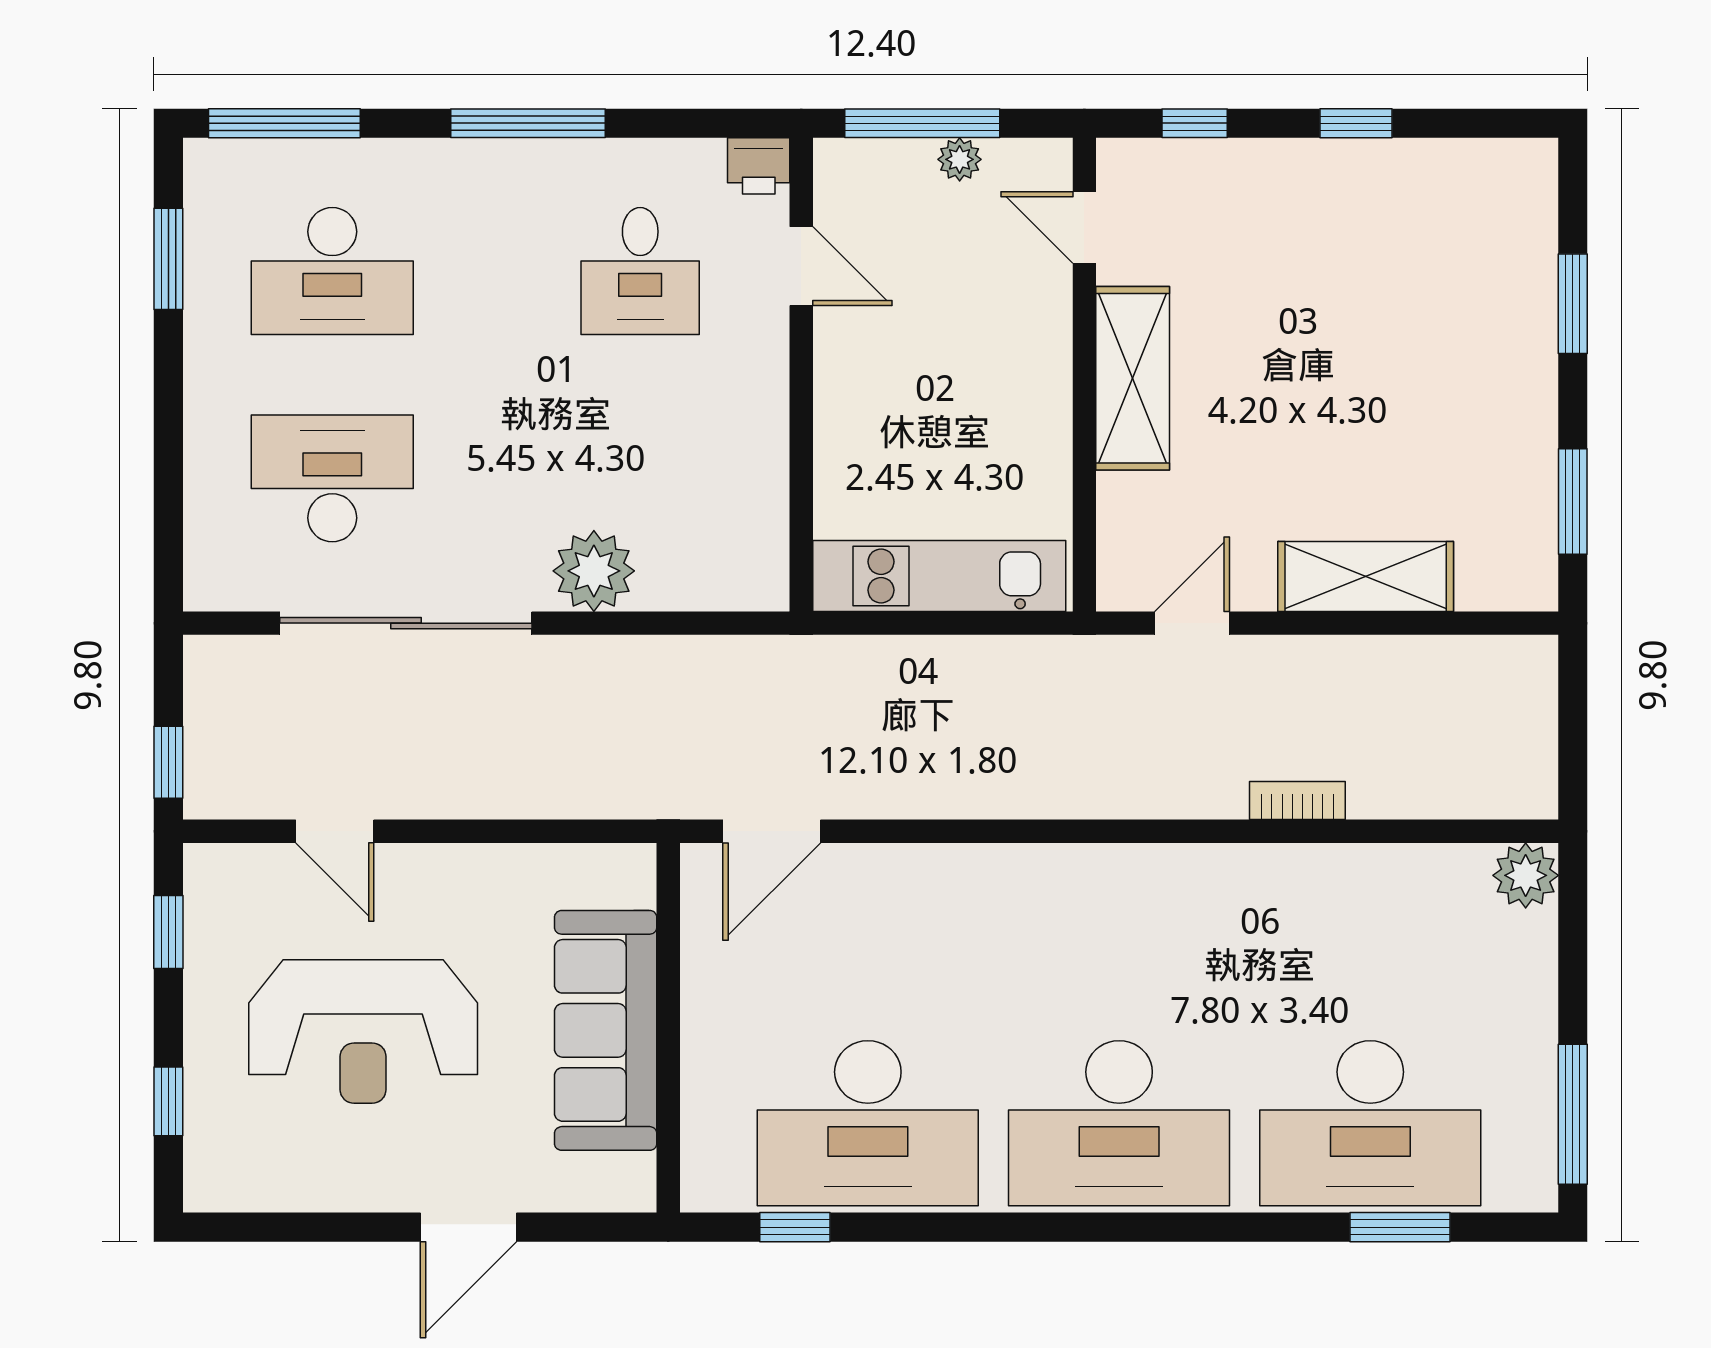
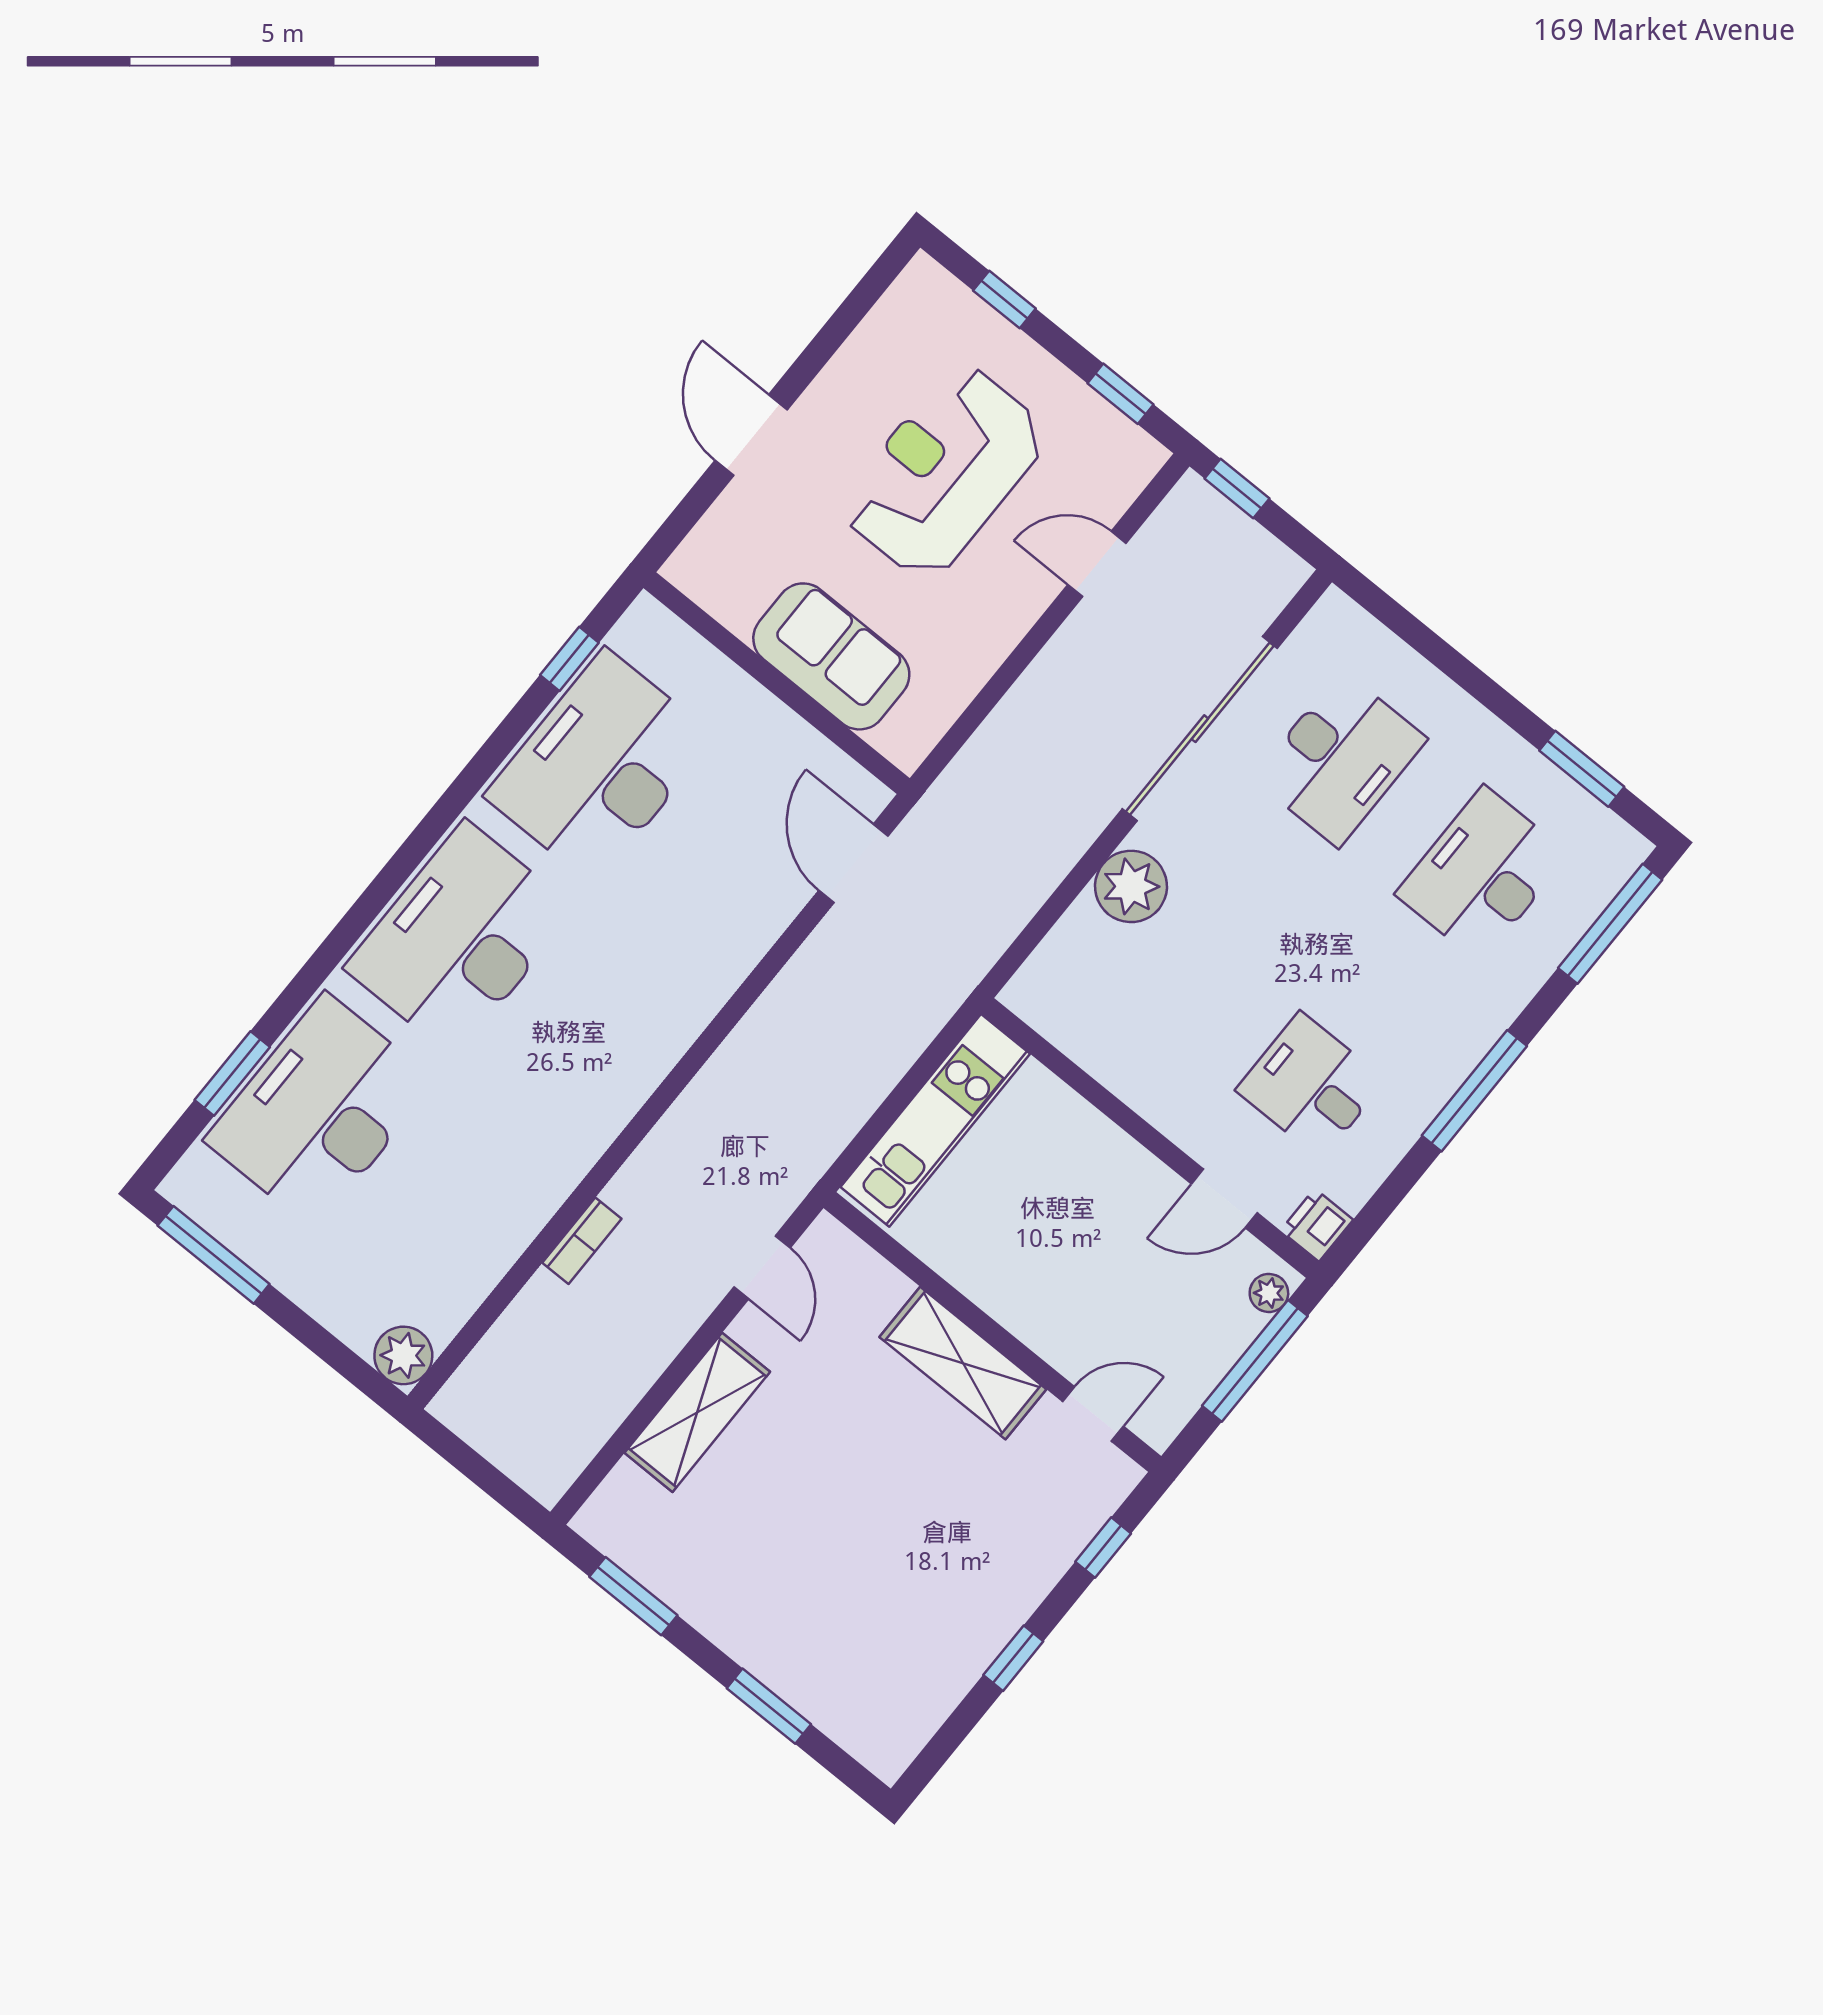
plant: (960, 159) -> (1269, 1293), moved
sofa: (606, 1030) -> (831, 656), width x0.73

